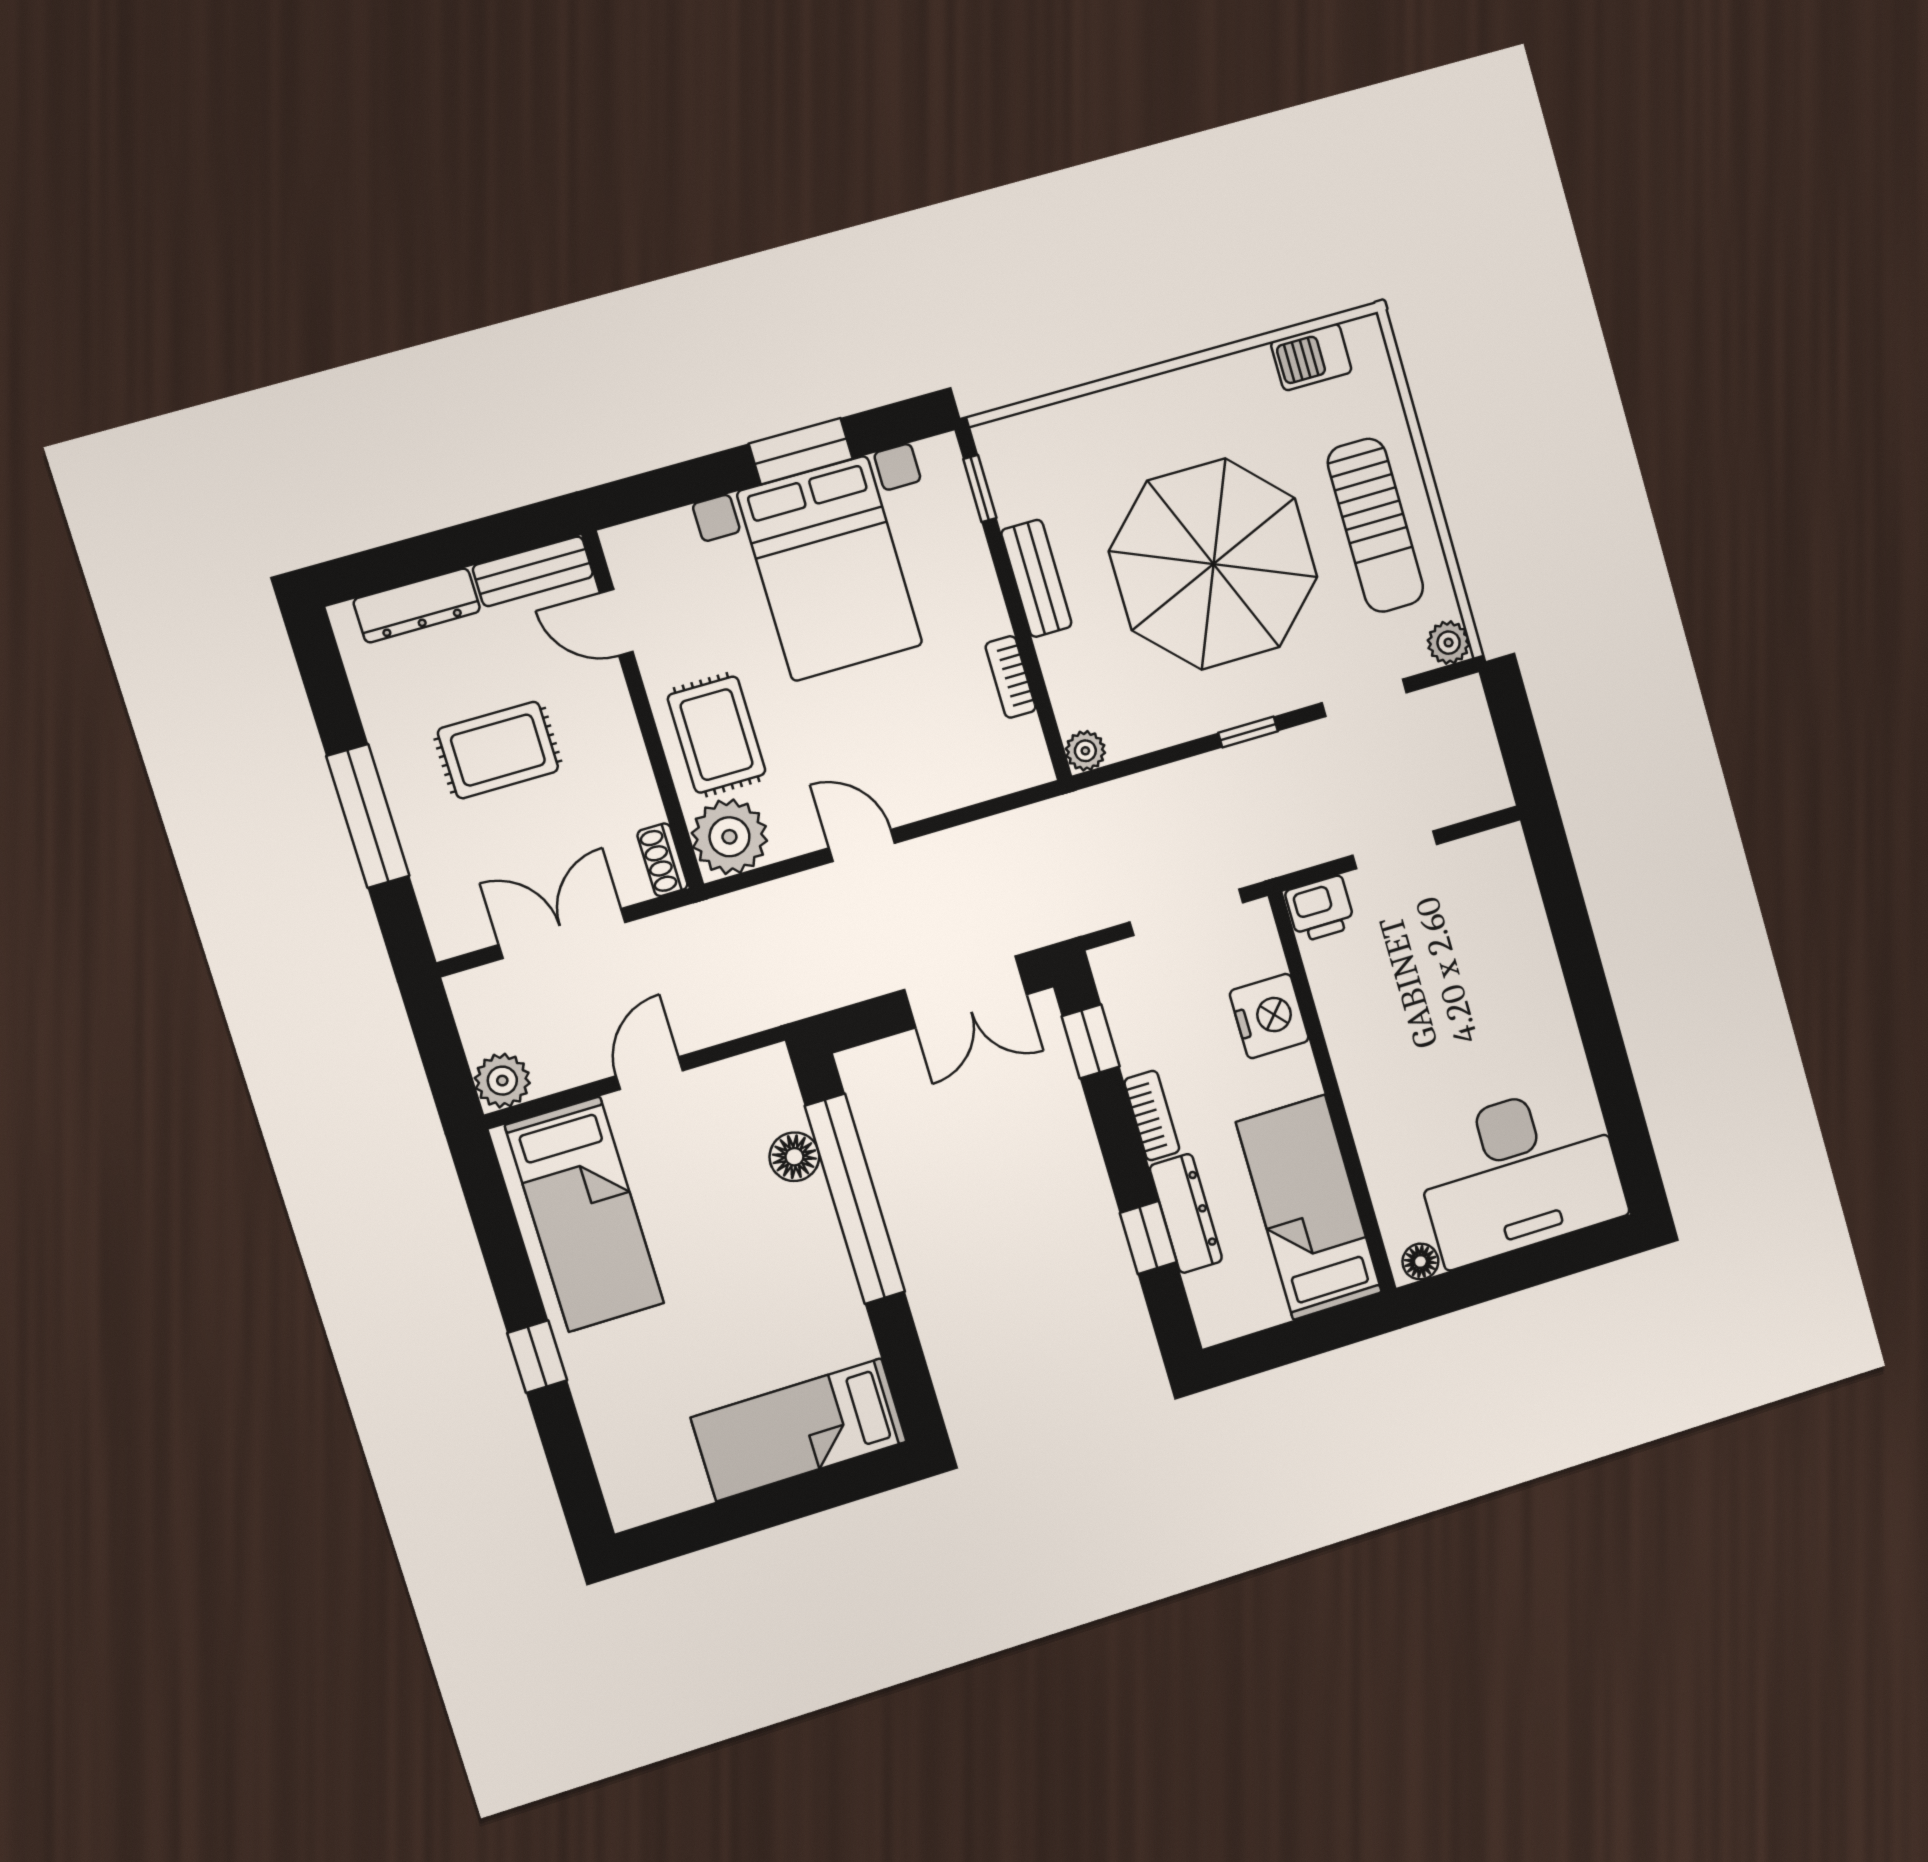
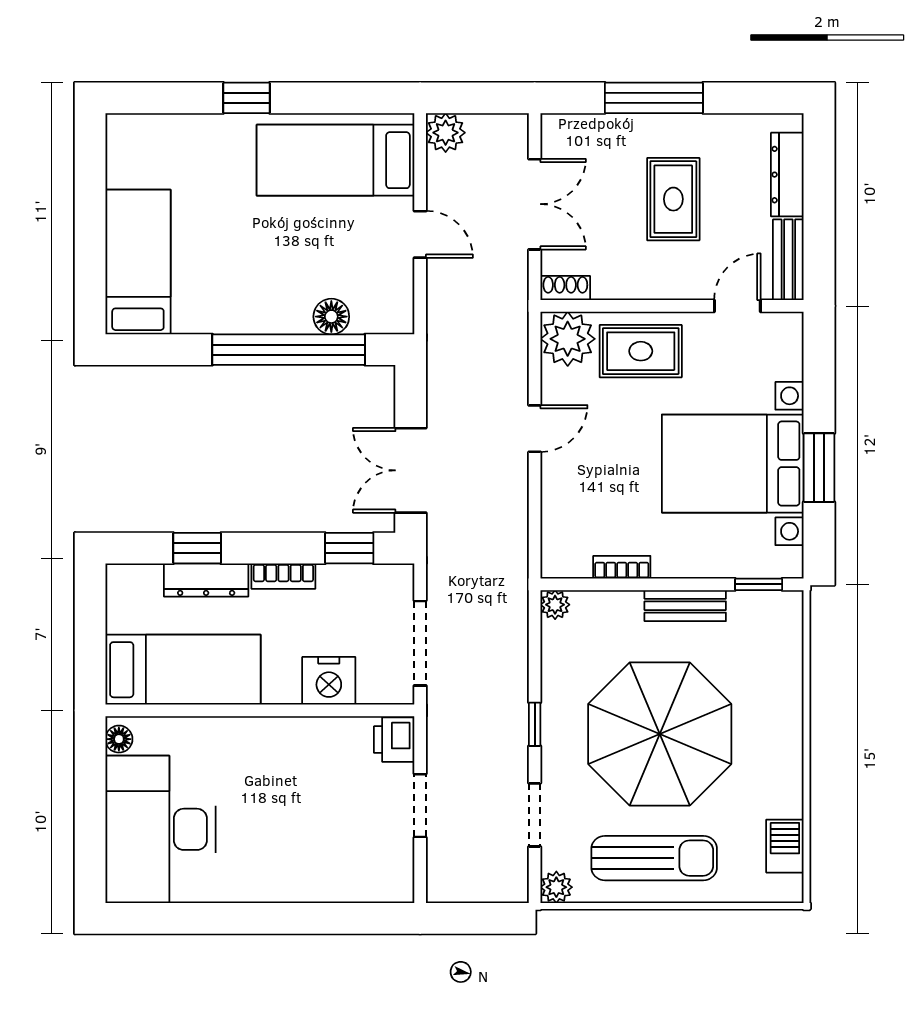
sun lounger: (1375, 525) -> (654, 858), turned 180

